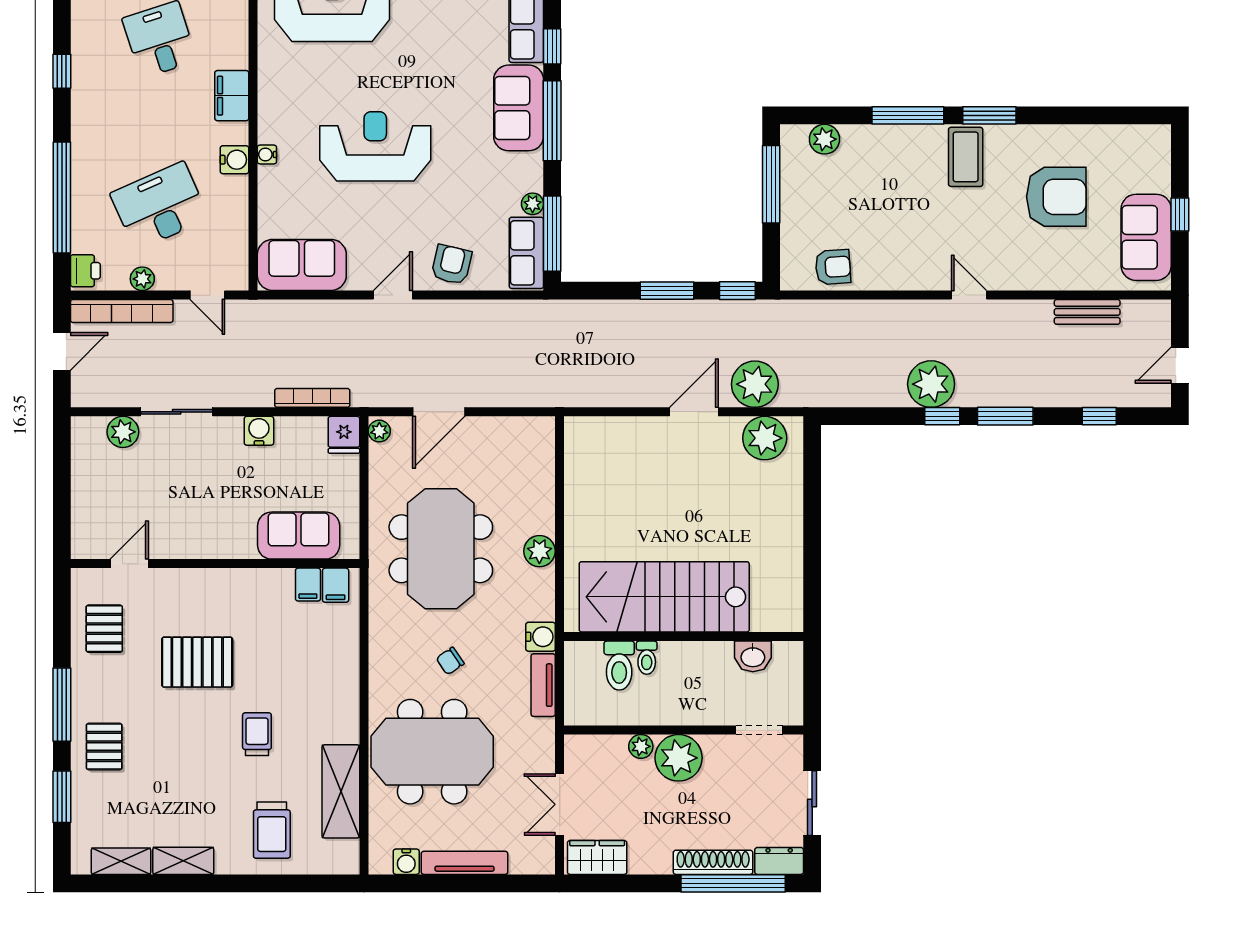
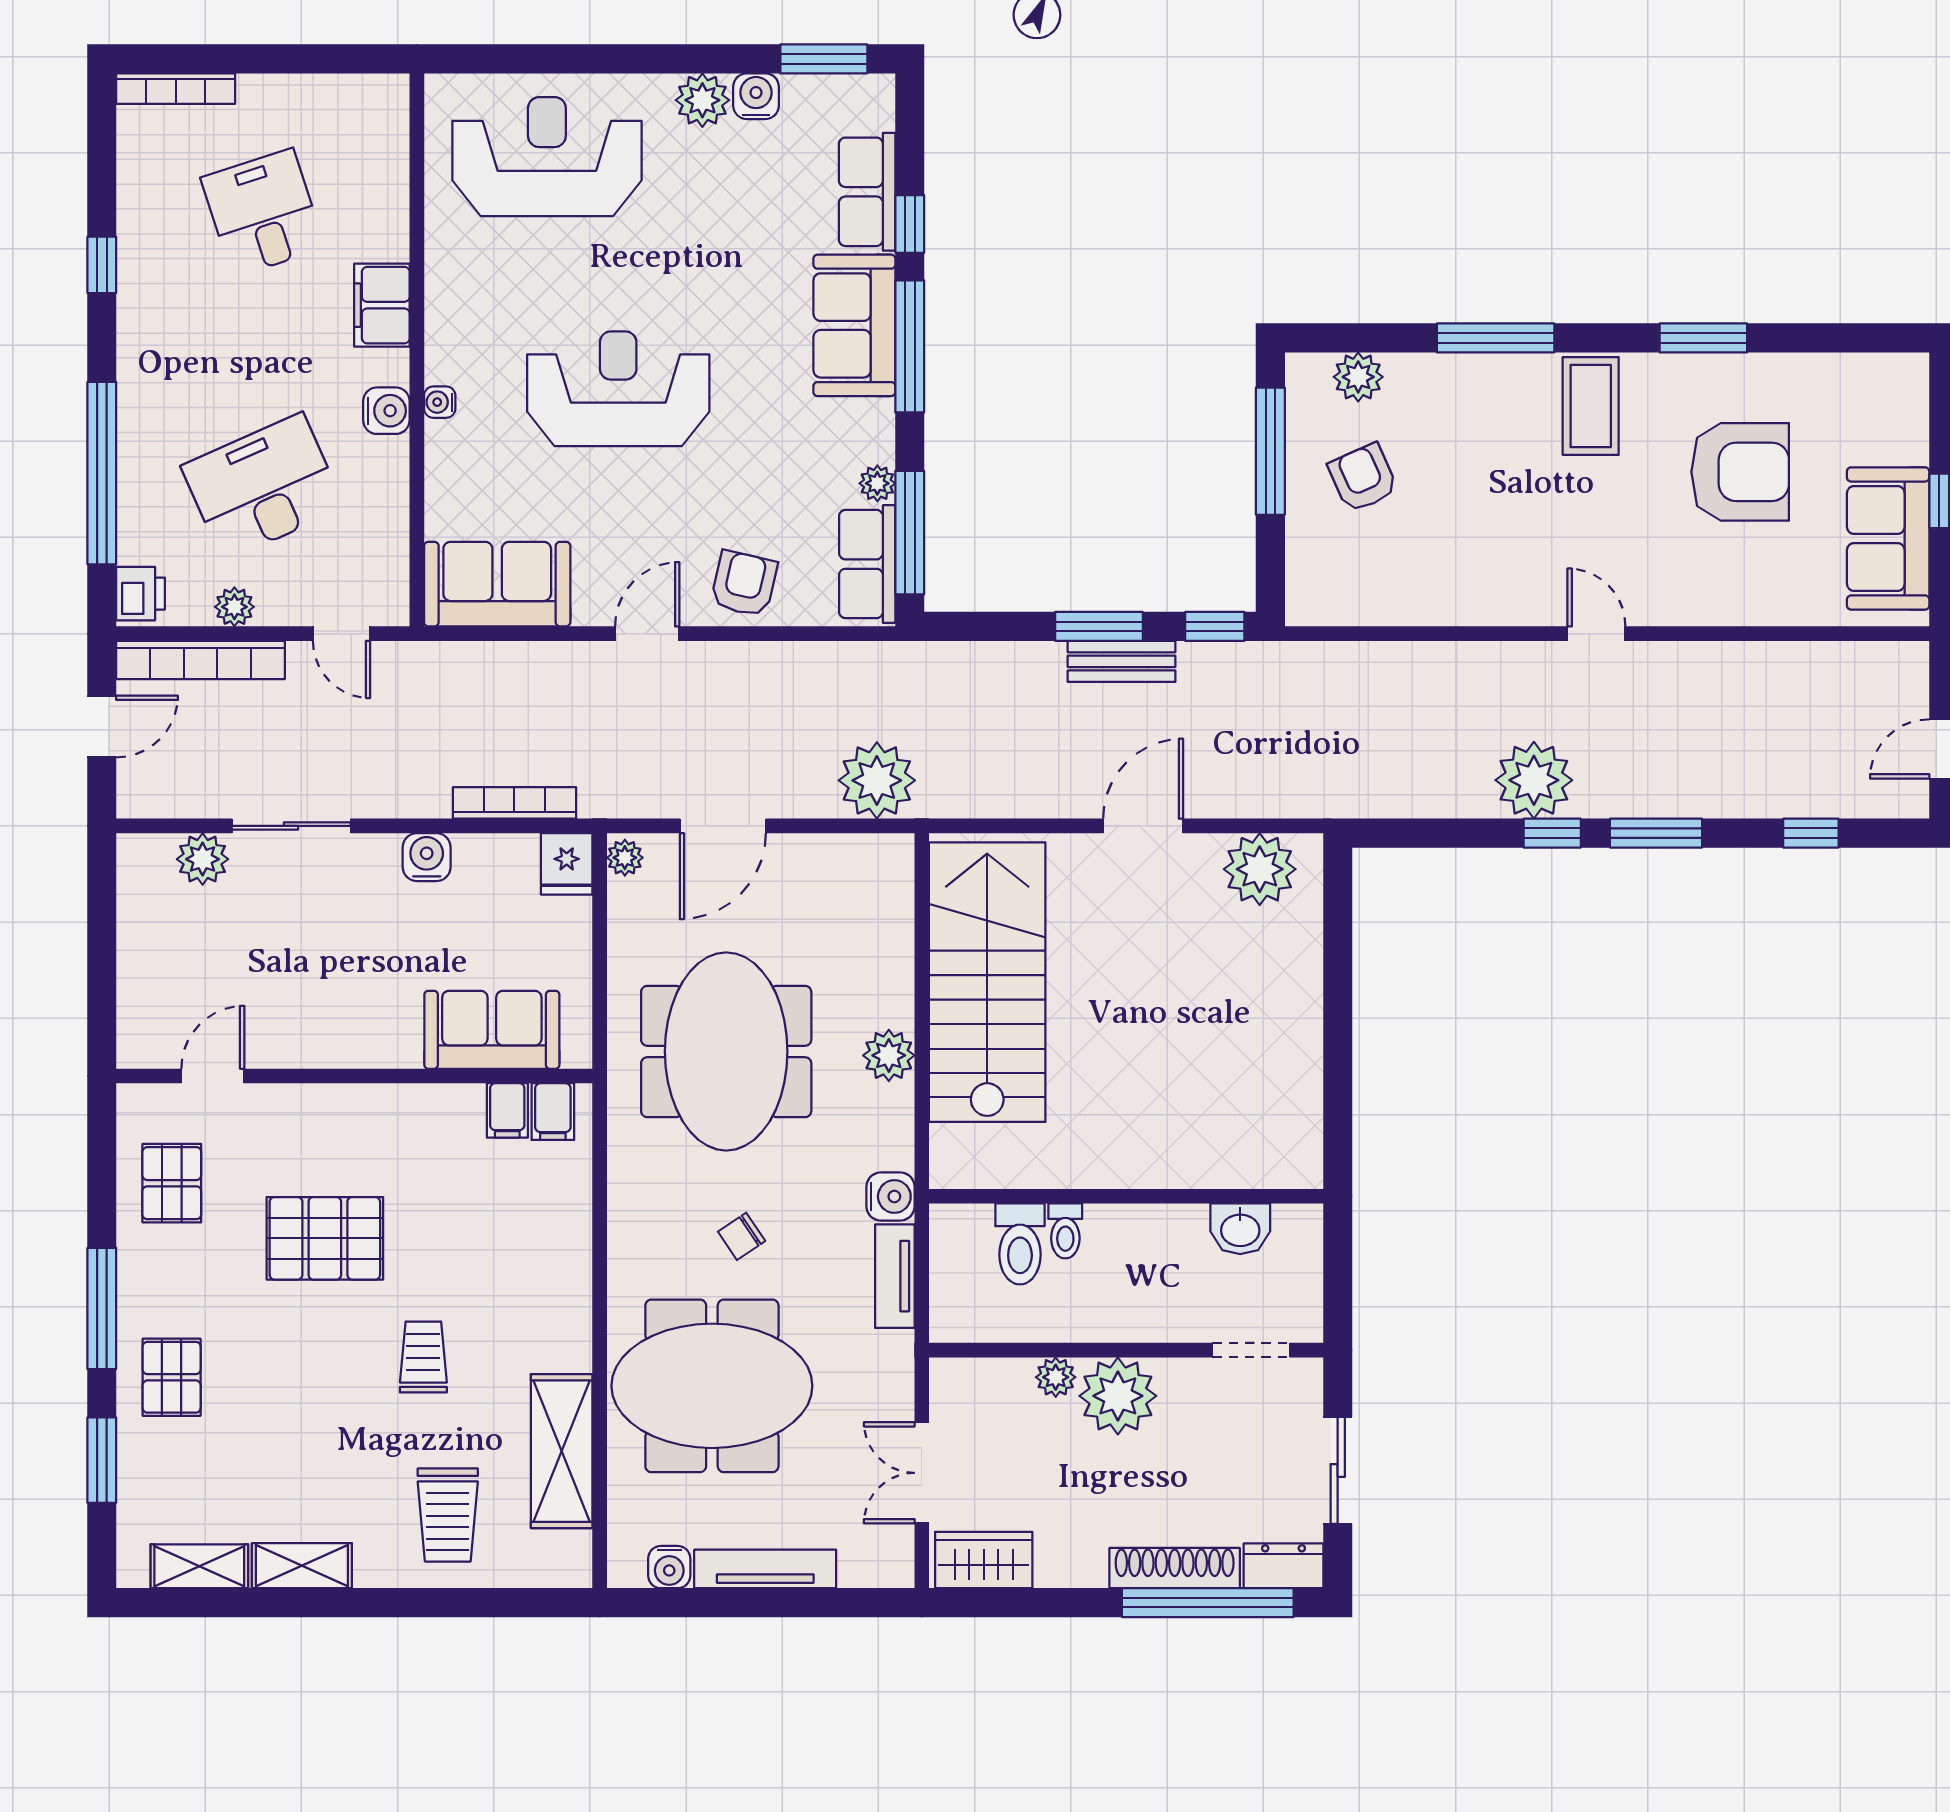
window: (989, 115) -> (1703, 338), moved
armchair: (833, 267) -> (1363, 478), moved, turned -110
bench: (1087, 312) -> (1122, 661), moved
plant: (755, 384) -> (877, 780), moved
stairs: (664, 597) -> (987, 982), moved, turned 90

